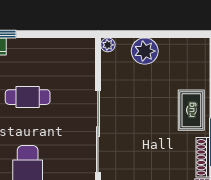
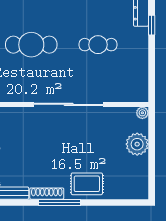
cafe table: (28, 97) -> (98, 45), turned 90

